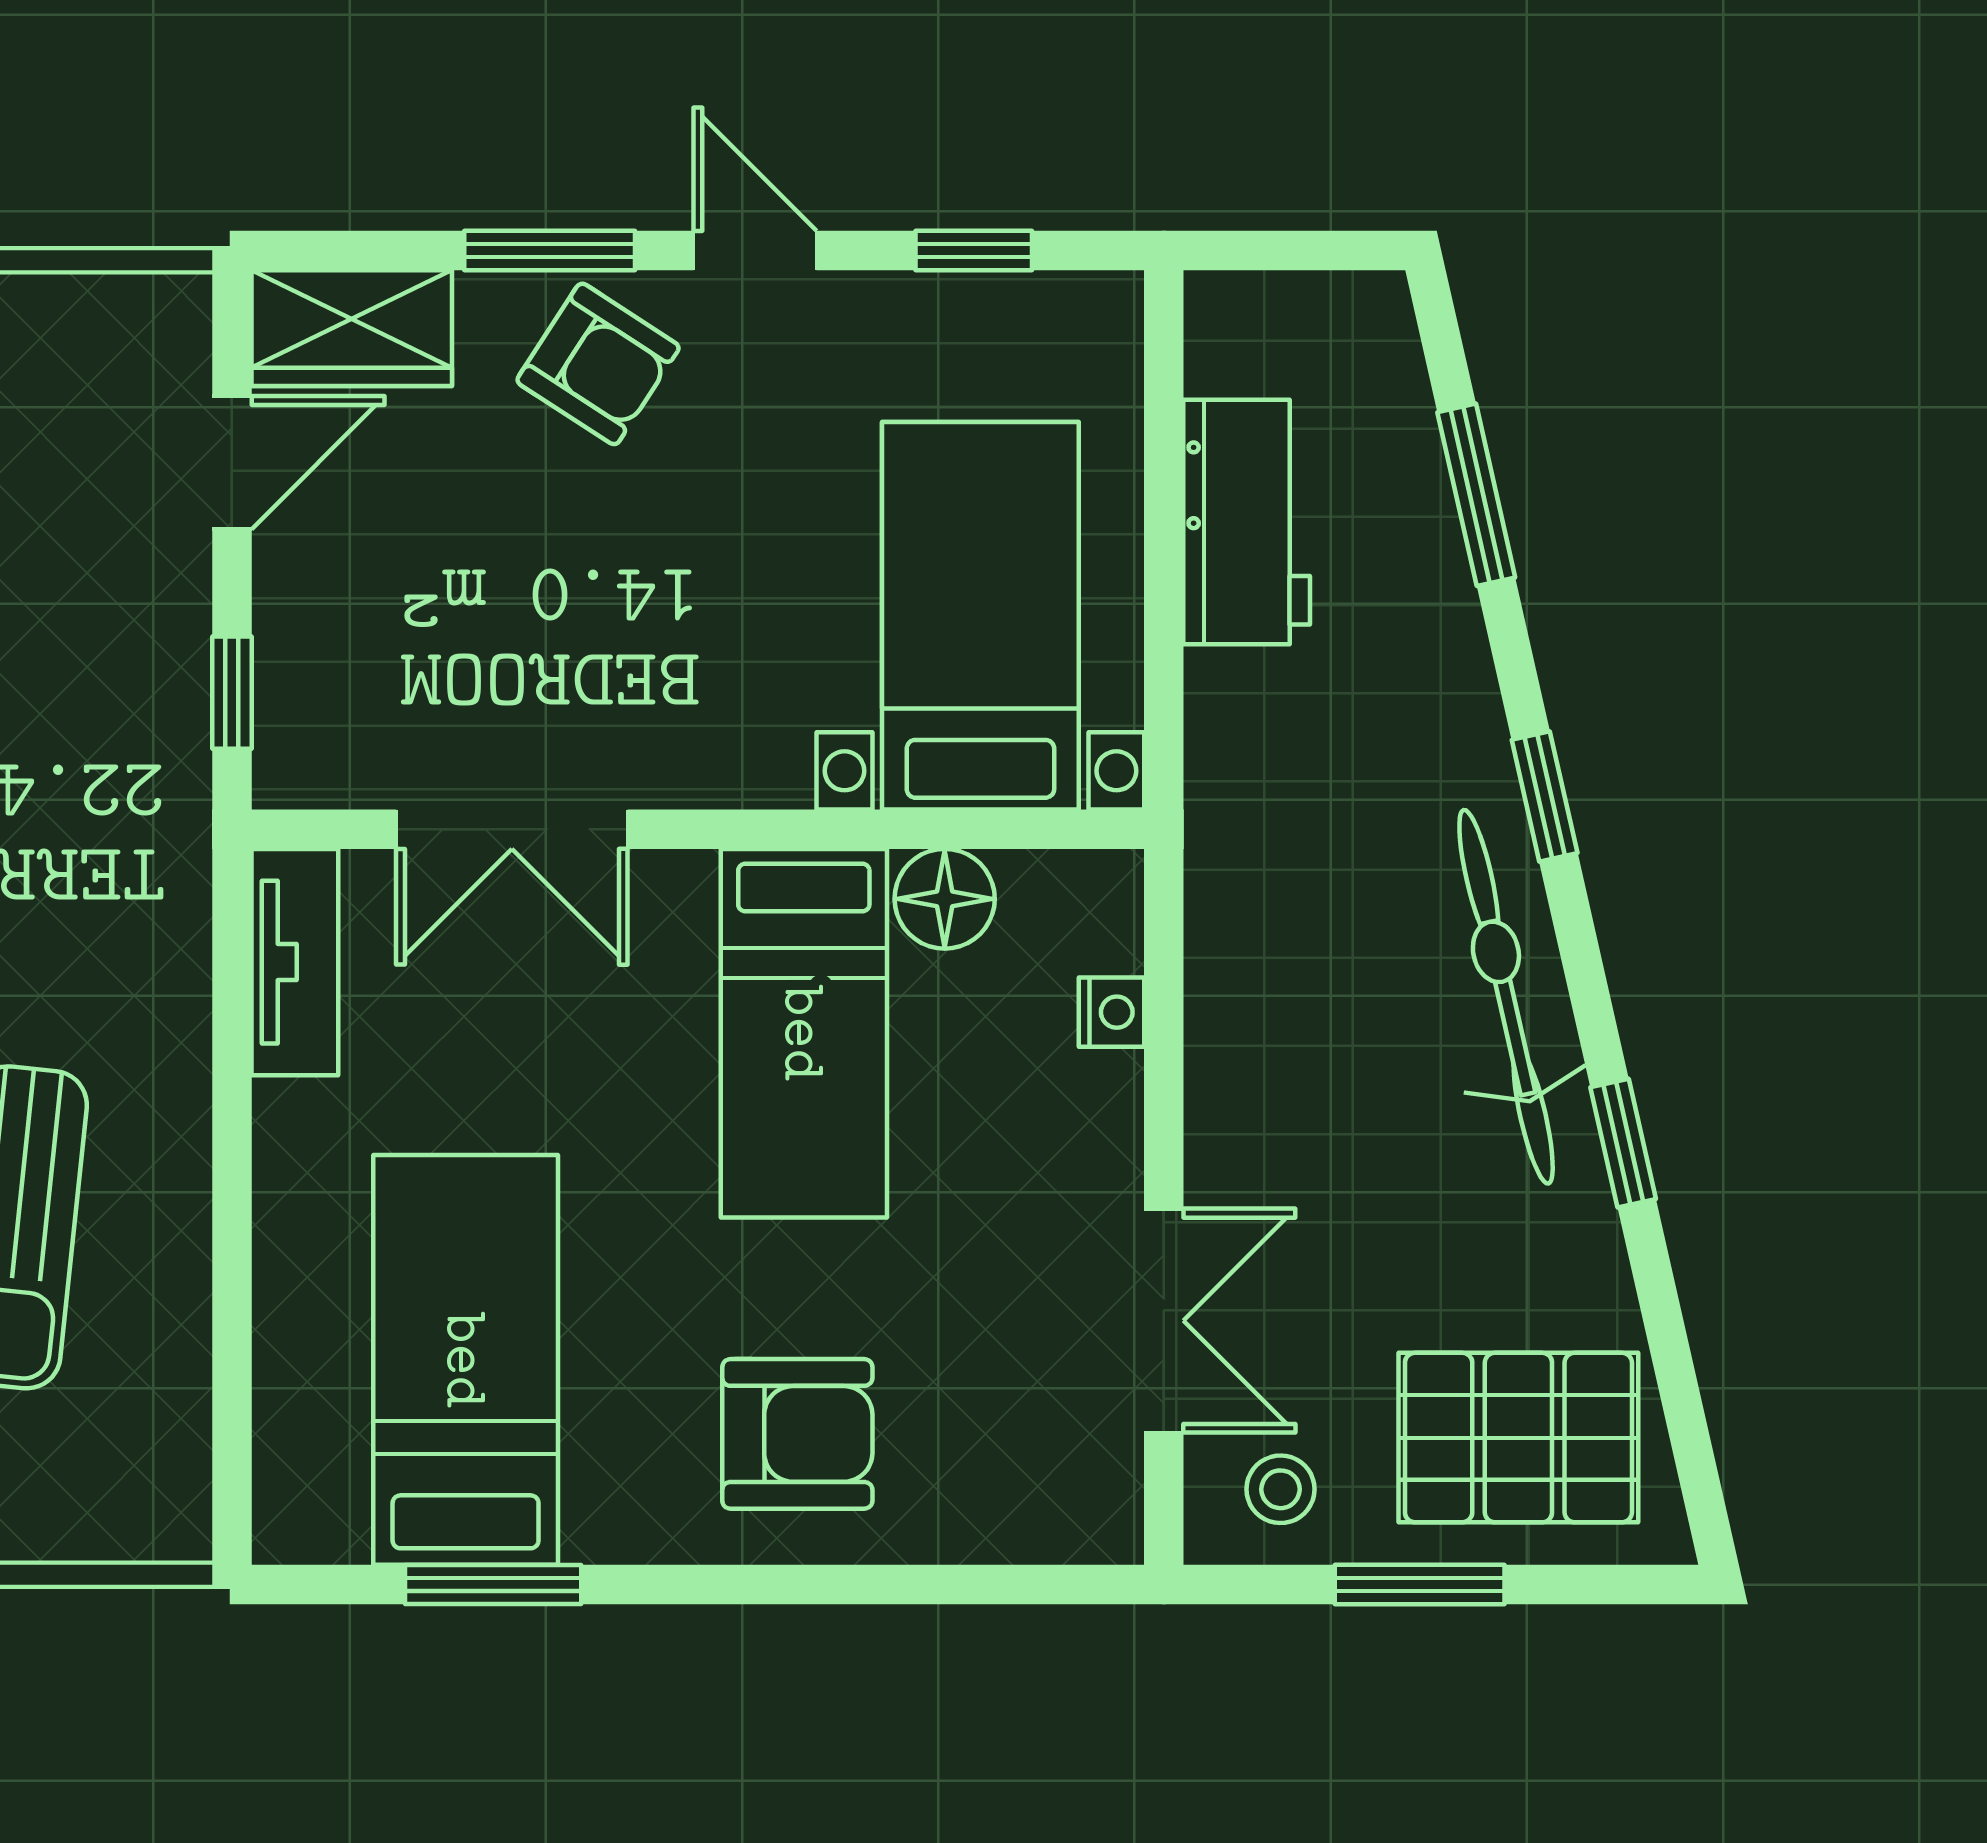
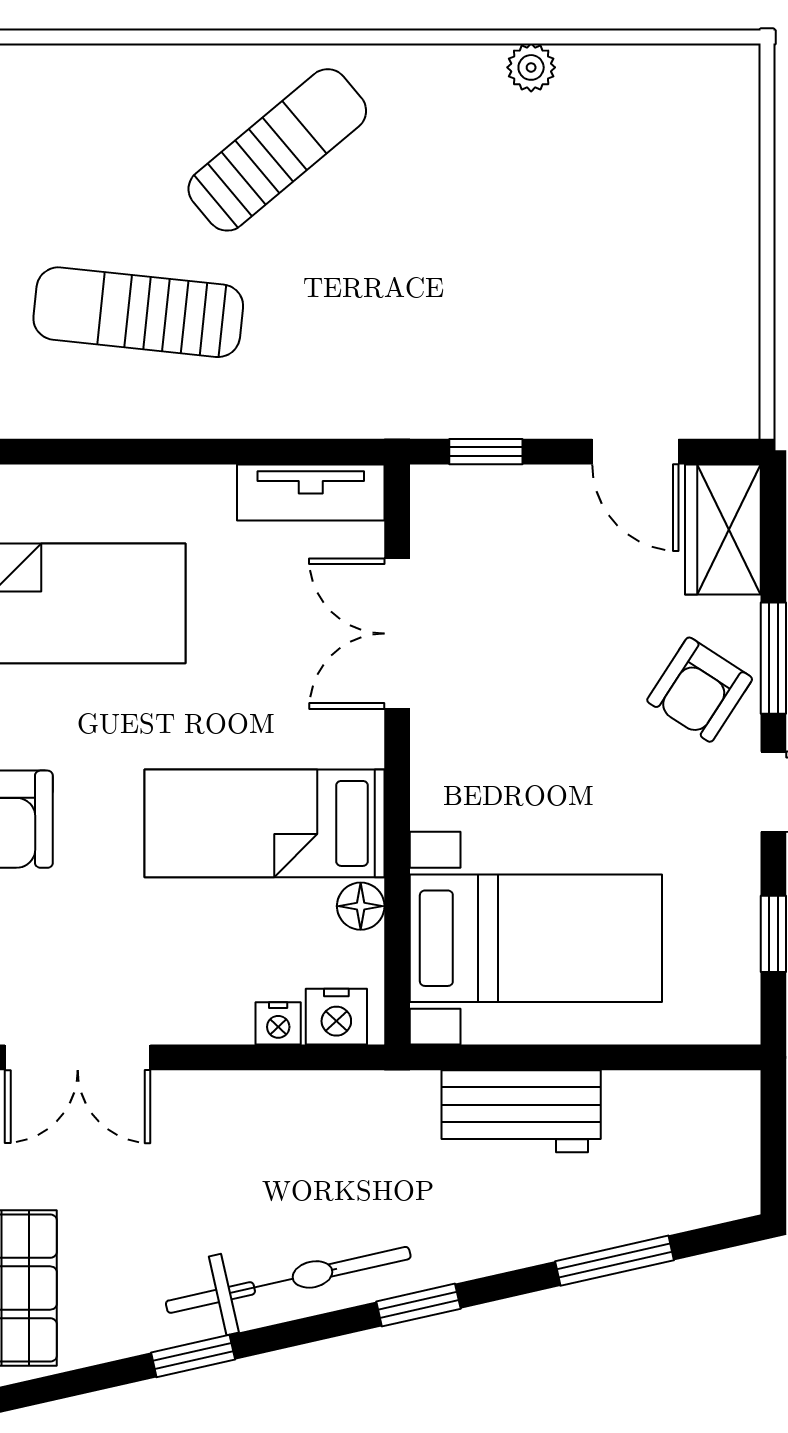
workbench: (1247, 522) -> (521, 1111), moved
floor lamp: (945, 899) -> (361, 906), width x0.73, depth x0.73
nightstand: (1101, 923) -> (336, 1017), added

